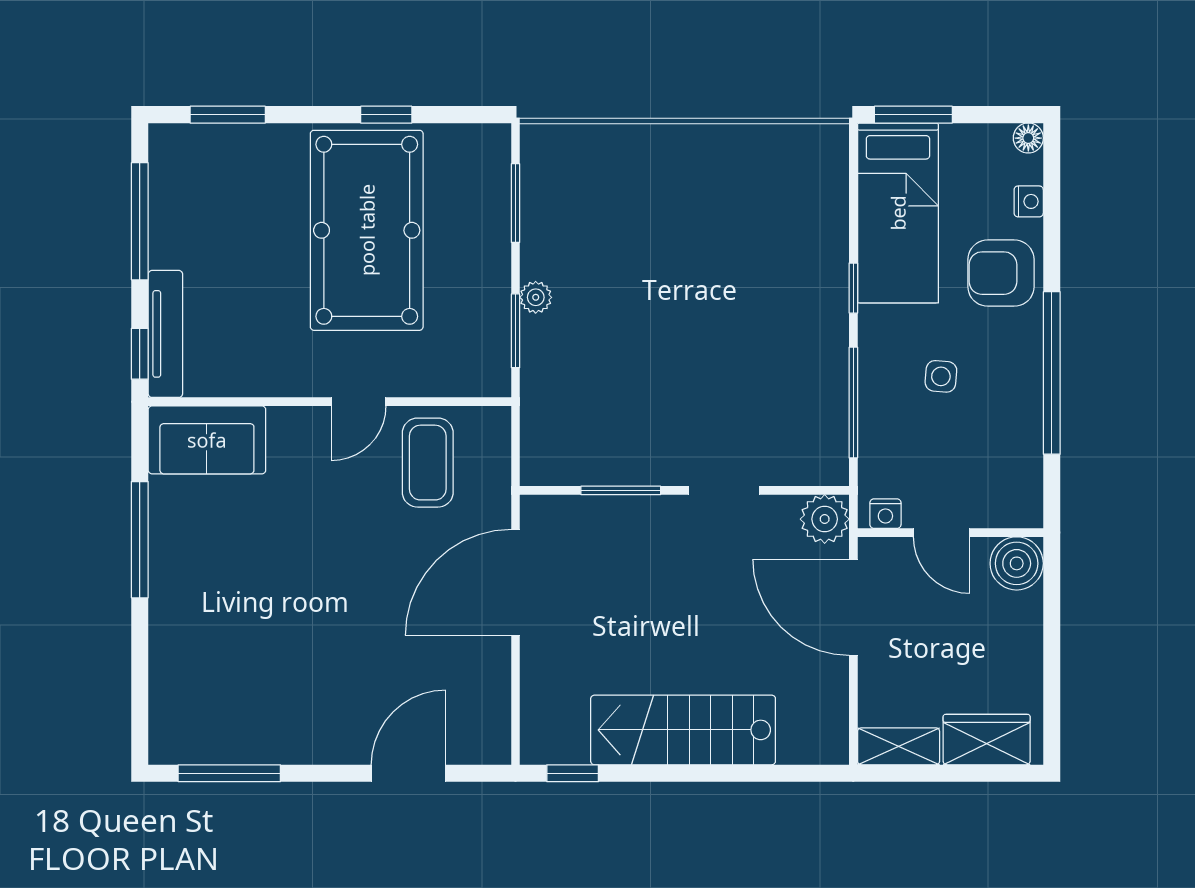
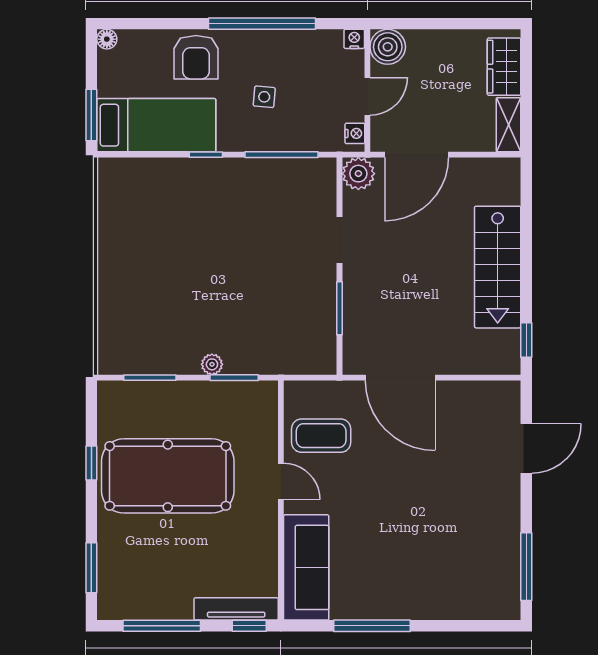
nightstand: (1029, 201) -> (354, 39), moved
sofa: (207, 440) -> (306, 567), width x1.36
door: (409, 773) -> (526, 448), swing flipped

